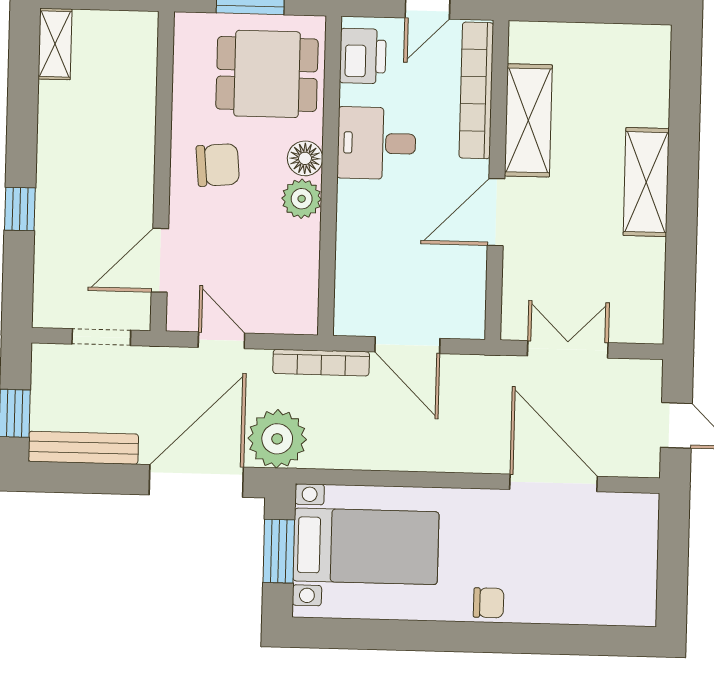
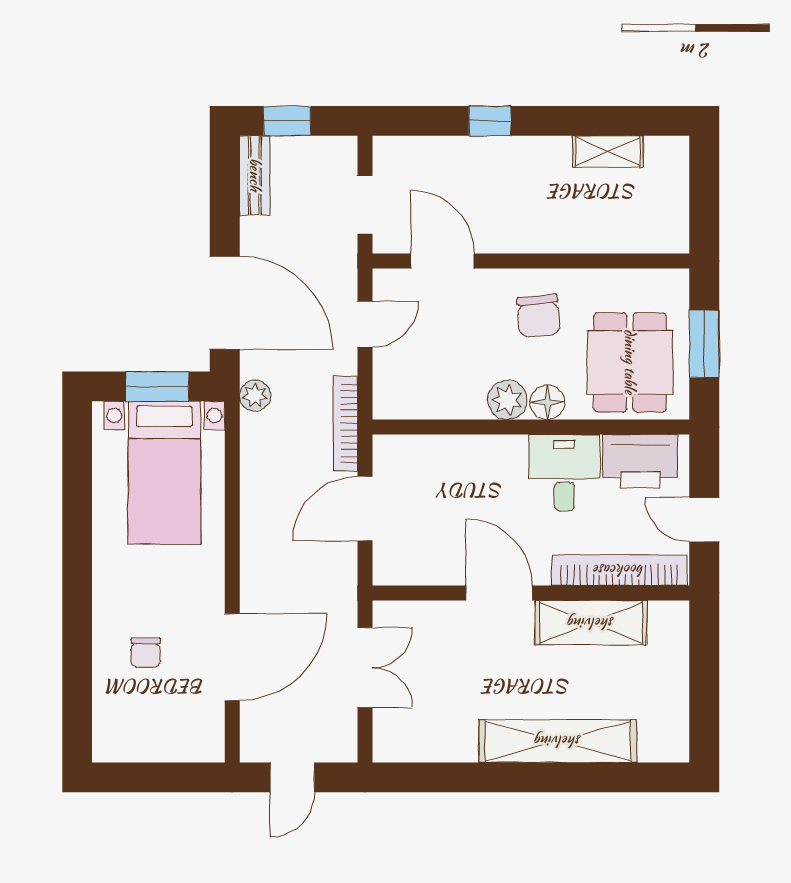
shelving: (55, 44) -> (608, 151), moved
printer: (363, 56) -> (640, 461), width x1.37, depth x1.19
shelving: (646, 182) -> (558, 741), width x1.47
plant: (277, 439) -> (255, 396), width x0.53, depth x0.53
bench: (83, 448) -> (255, 175), width x0.73
chair: (489, 603) -> (146, 653), moved

